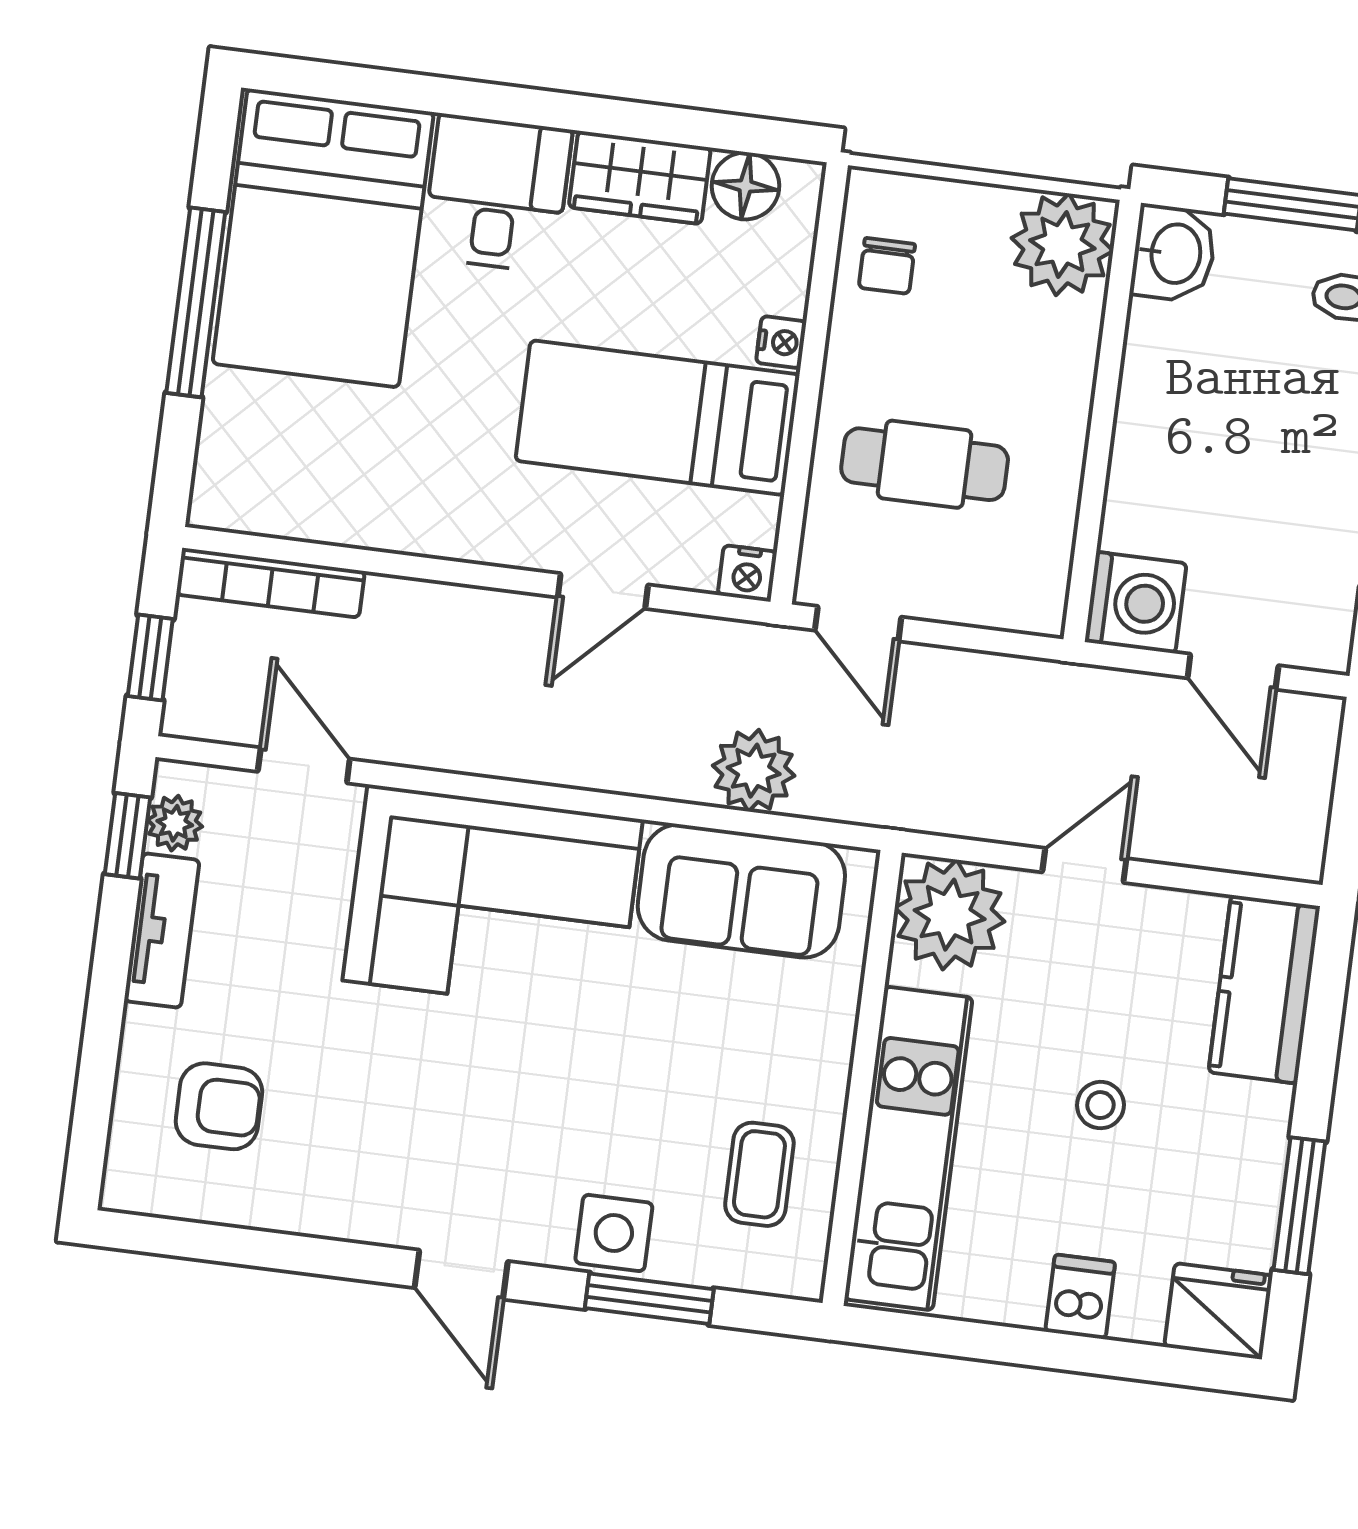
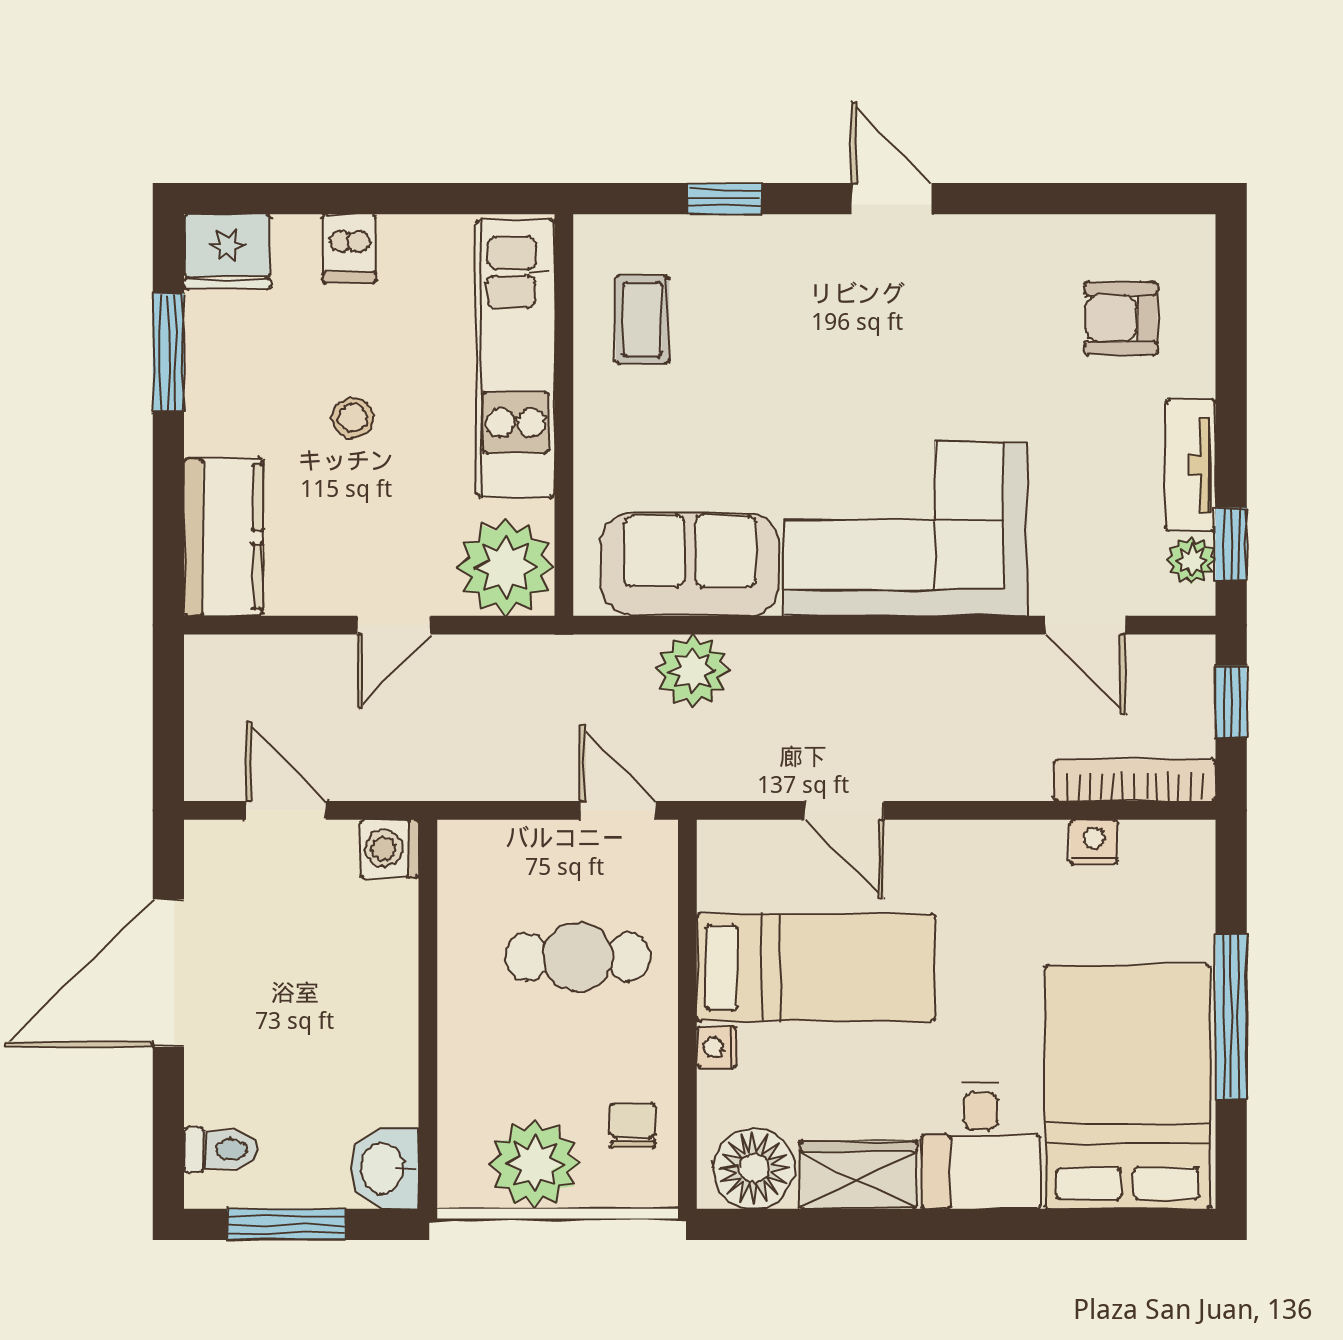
floor lamp: (746, 186) -> (754, 1168), width x1.38, depth x1.38
plant: (1062, 244) -> (535, 1164), moved
nightstand: (747, 573) -> (1094, 842), moved
door: (603, 591) -> (844, 810), swing flipped
washing machine: (1136, 603) -> (389, 849), width x0.73, depth x0.73
side table: (614, 1233) -> (763, 252), removed
window: (649, 1299) -> (725, 199), width x0.67

